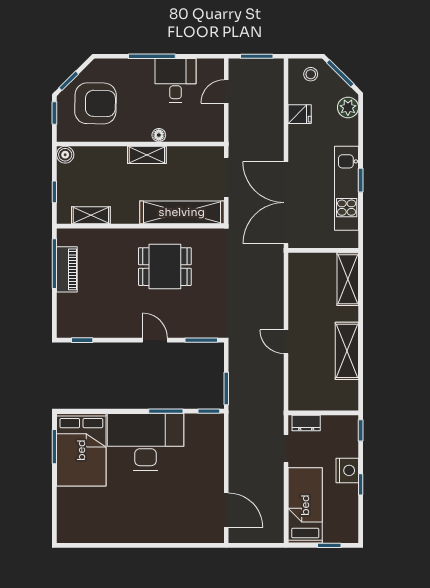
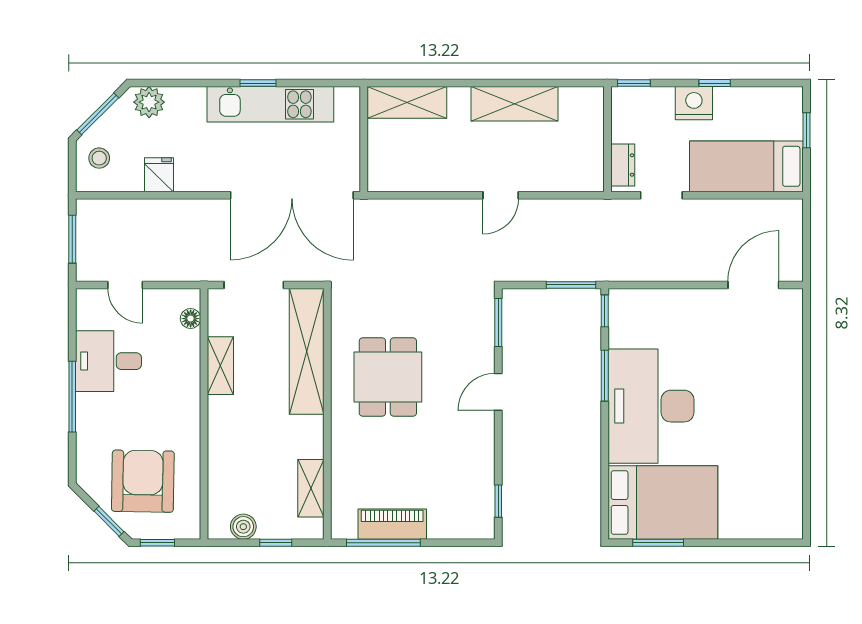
floor lamp: (159, 135) -> (191, 319), moved
boiler: (65, 155) -> (243, 527), moved
shelving: (147, 155) -> (220, 366), moved

